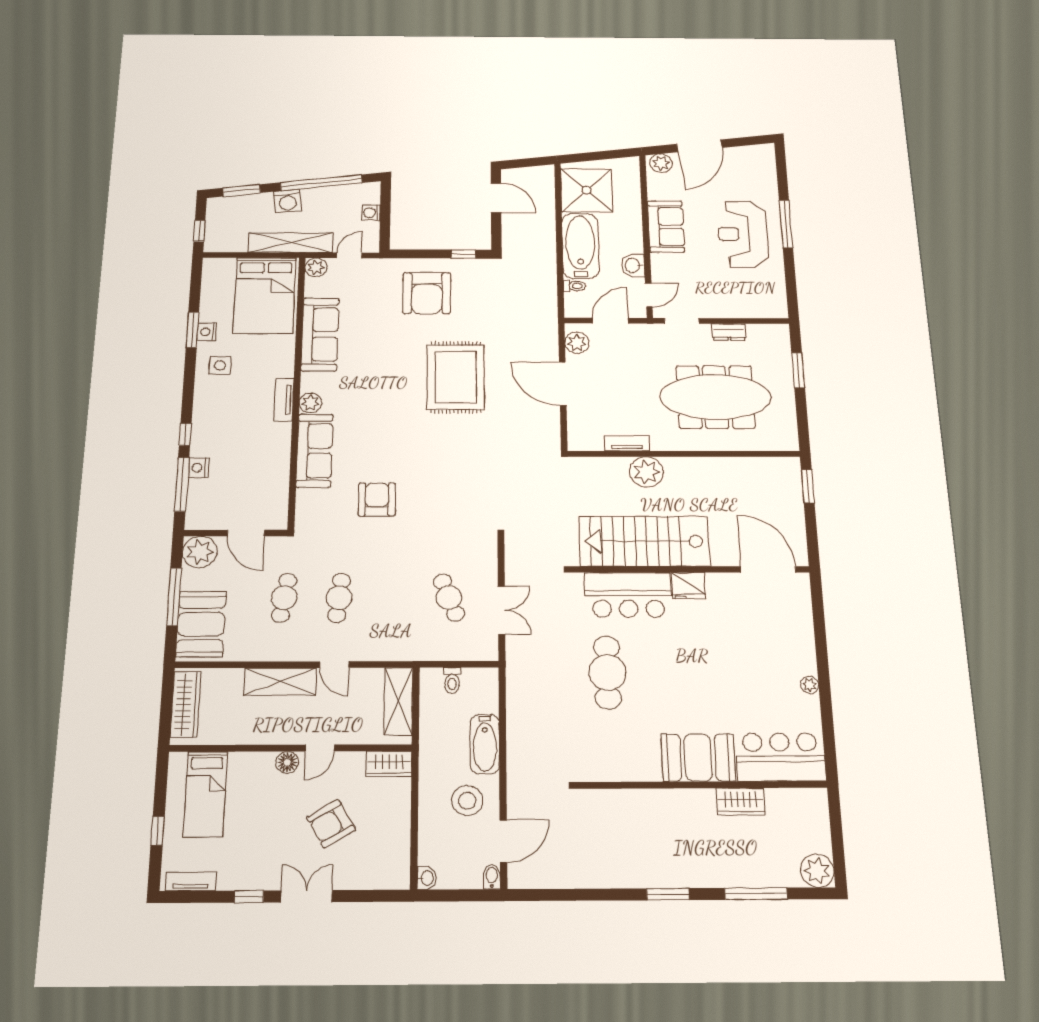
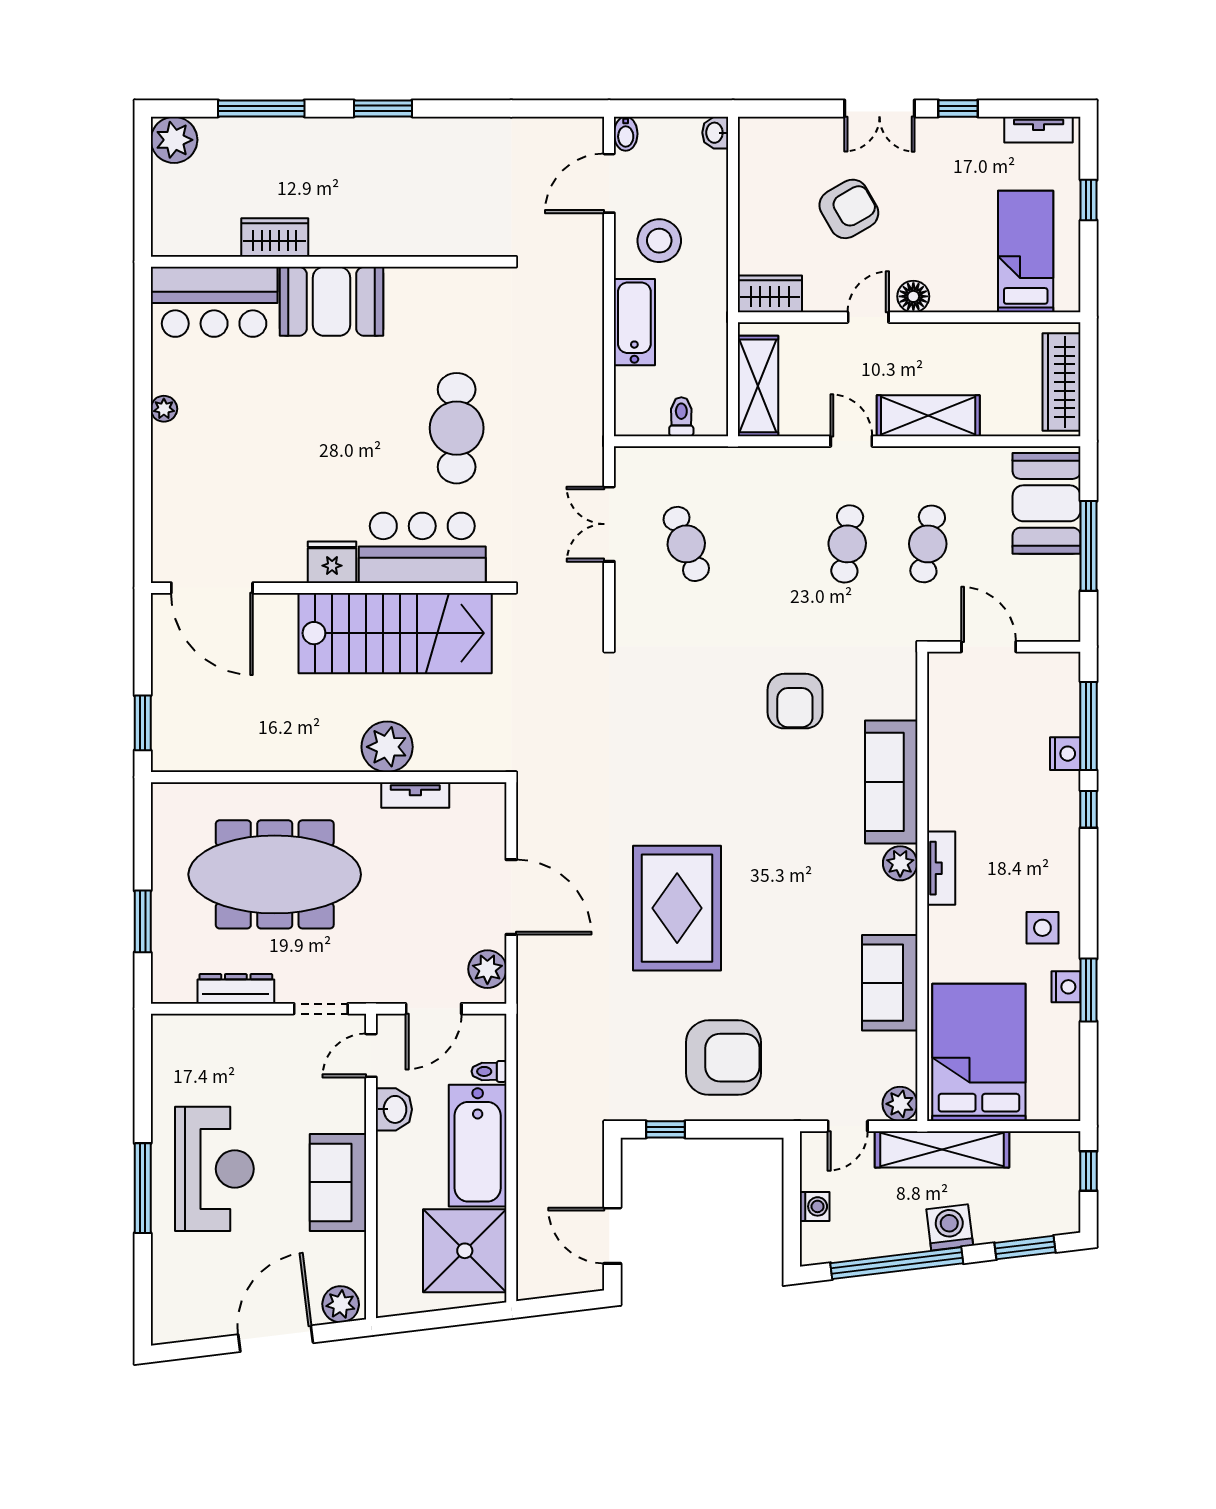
armchair: (427, 293) -> (723, 1058), turned 90
dresser: (729, 332) -> (236, 989), width x1.44
sofa: (320, 334) -> (890, 983), width x0.73
plant: (200, 552) -> (1055, 616), removed

